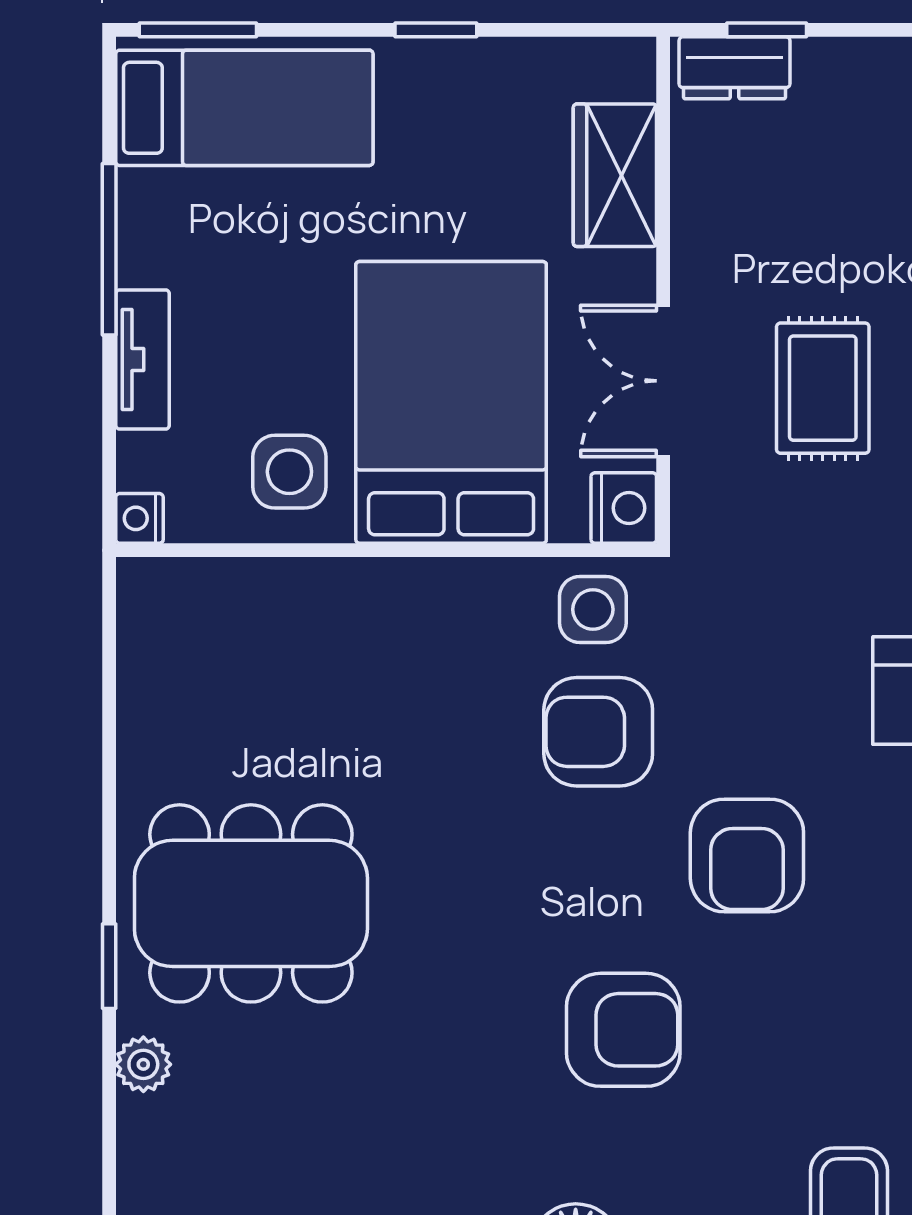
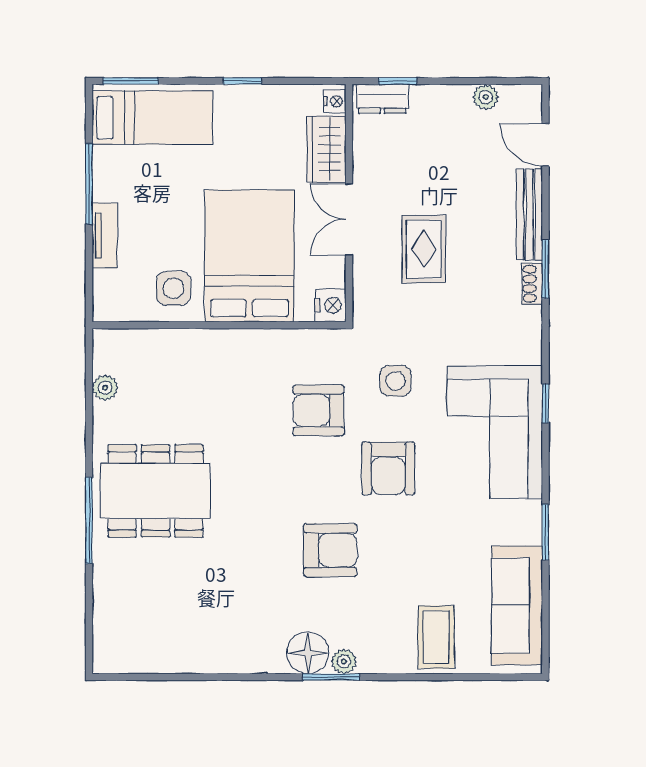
double door: (663, 381) -> (349, 219), moved
nightstand: (140, 518) -> (335, 101), moved, turned 180
side table: (593, 609) -> (396, 381), moved
window: (109, 966) -> (89, 520), width x2.17
plant: (143, 1064) -> (105, 388), moved

